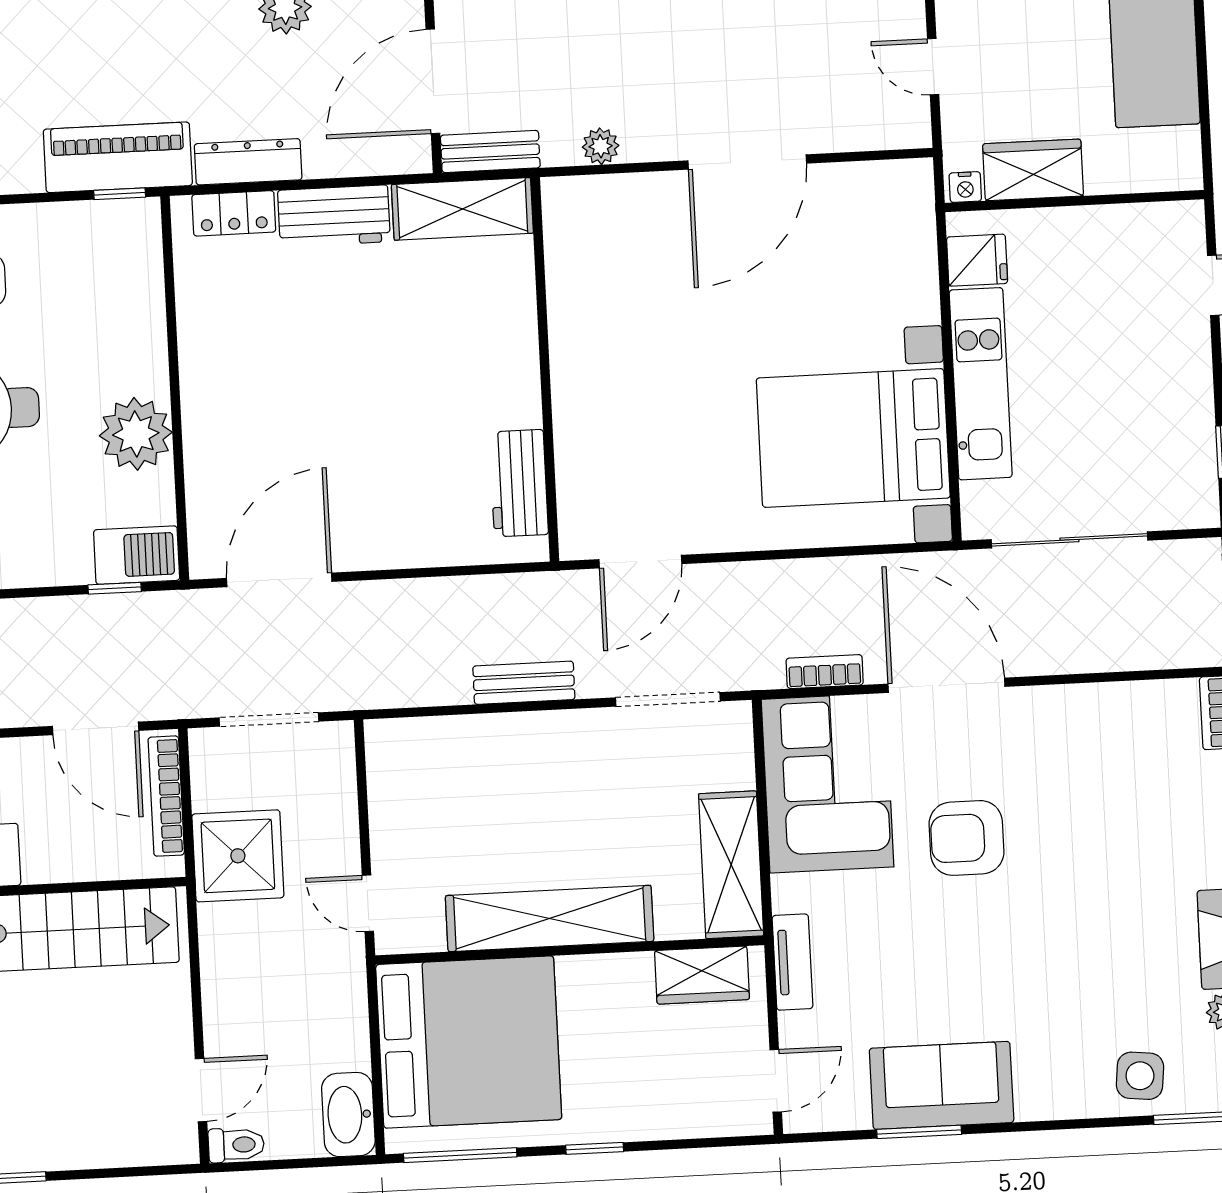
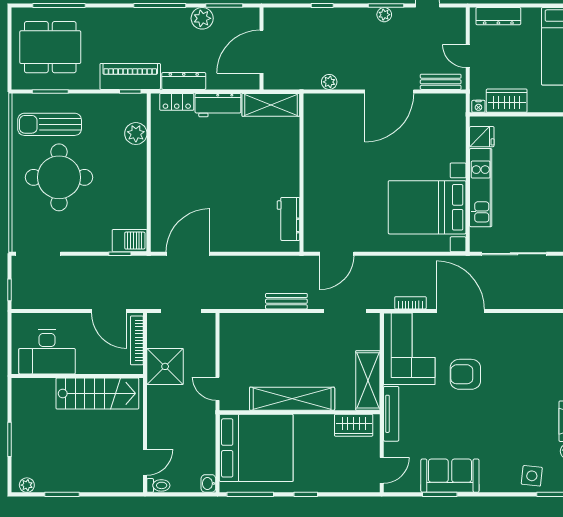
bench: (490, 151) -> (441, 82), moved
plant: (136, 434) -> (136, 134), moved, width x0.73, depth x0.73
tv unit: (792, 962) -> (391, 414), width x1.41
washbasin: (348, 1115) -> (208, 483), width x0.52, depth x0.69

